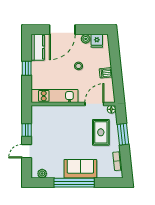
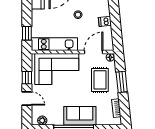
window: (27, 68) -> (27, 33), moved
corner sofa: (57, 121) -> (57, 69), added
door: (27, 151) -> (27, 99), swing flipped

